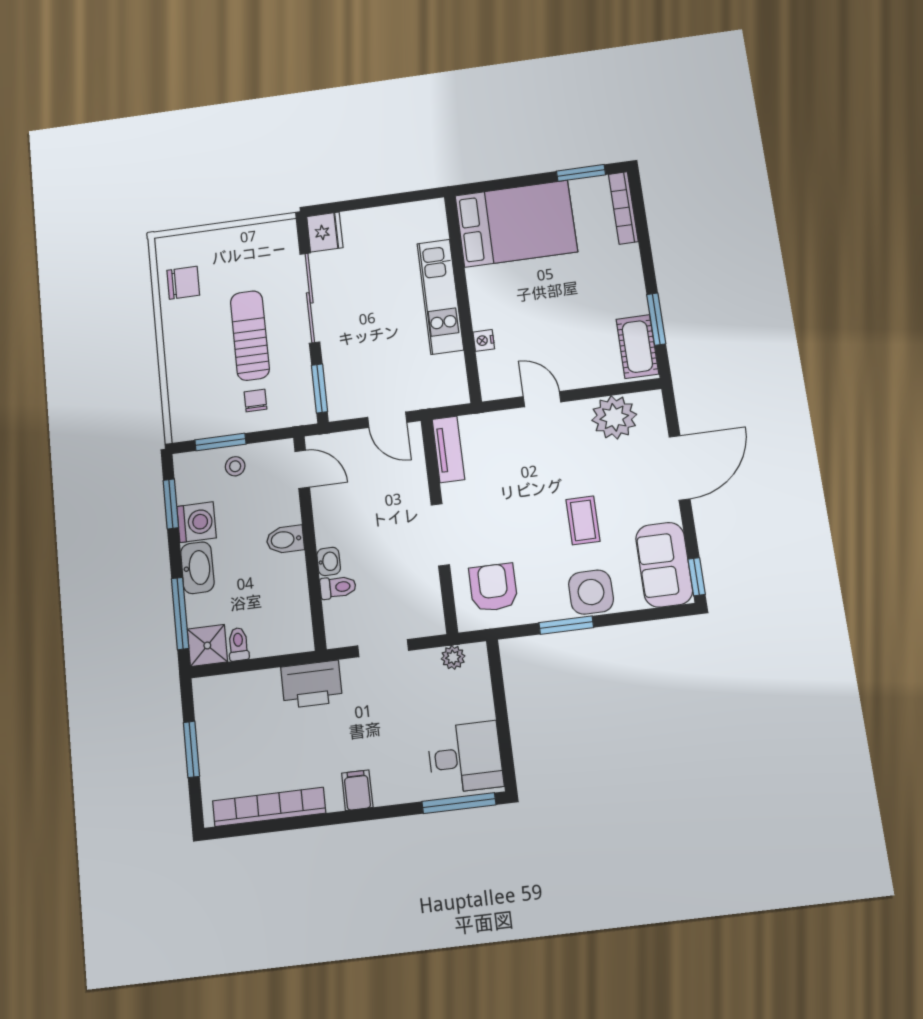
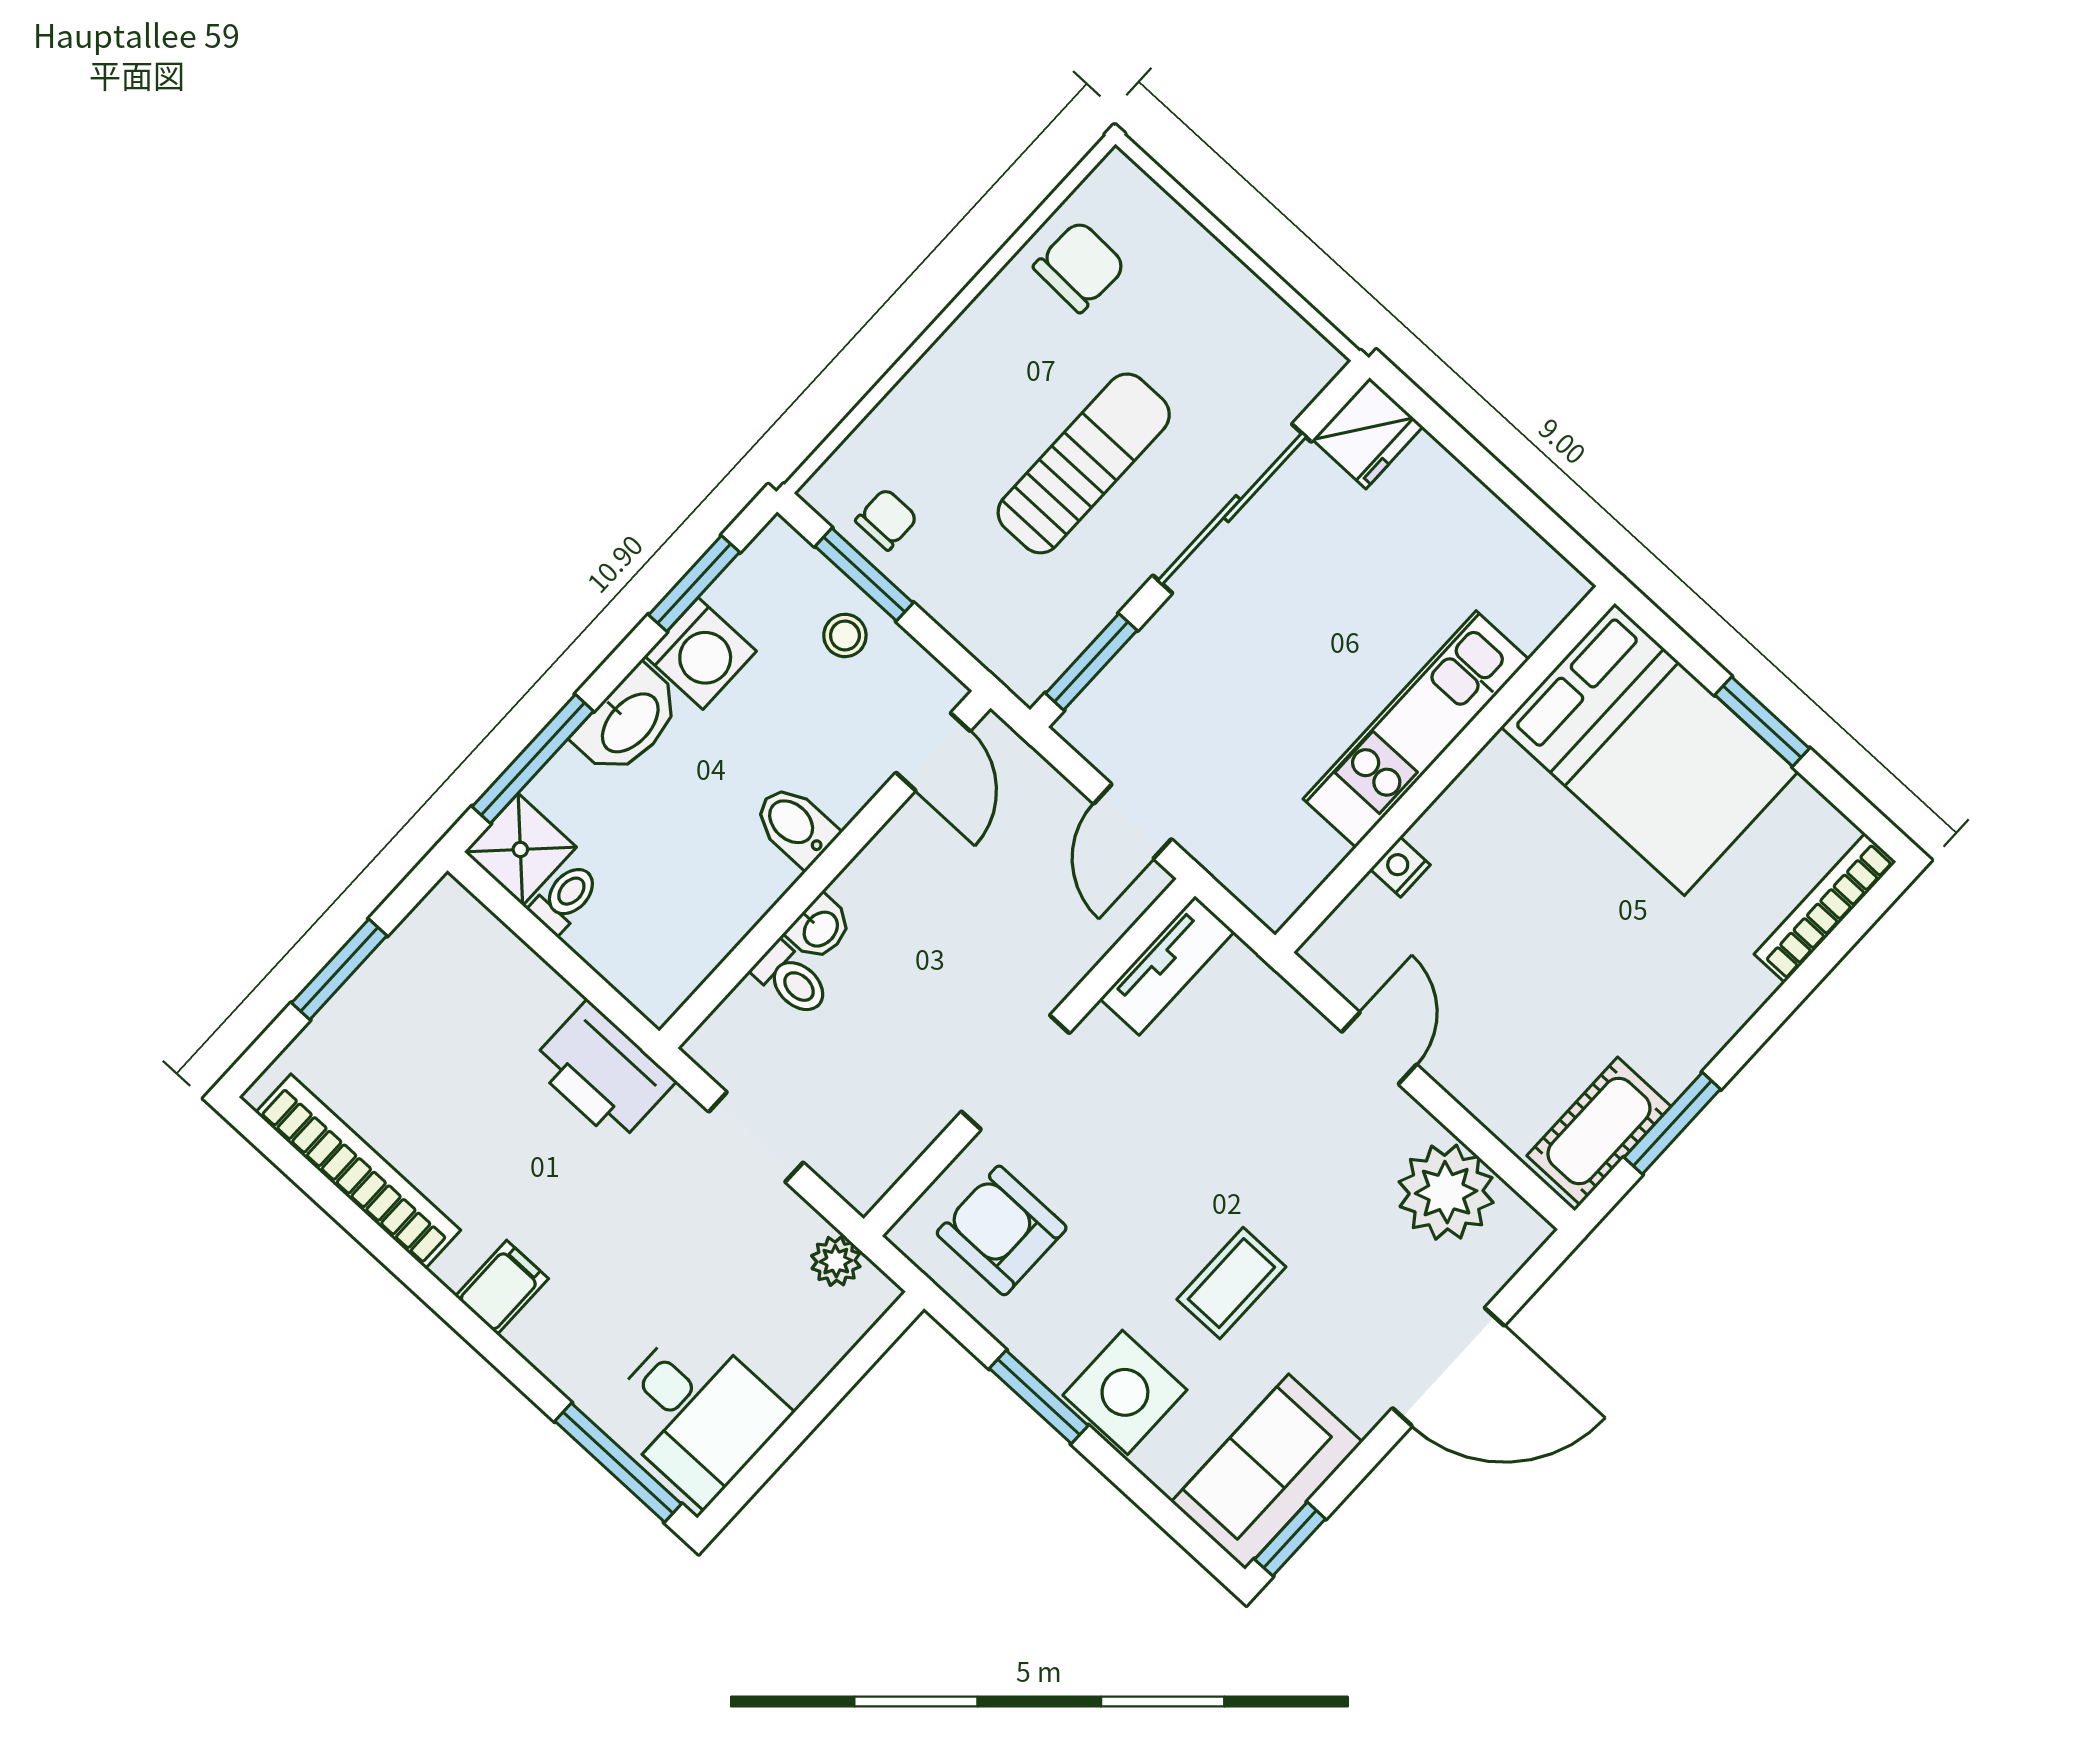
window: (581, 173) -> (1762, 722), moved
chair: (183, 283) -> (1080, 266), turned -88
chair: (255, 400) -> (887, 519), moved
armchair: (493, 587) -> (1002, 1230), turned -90

